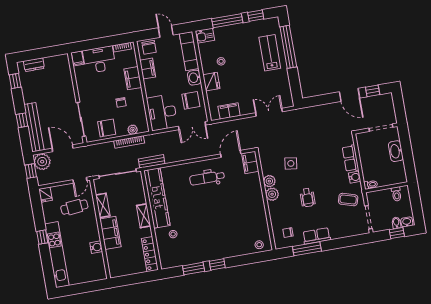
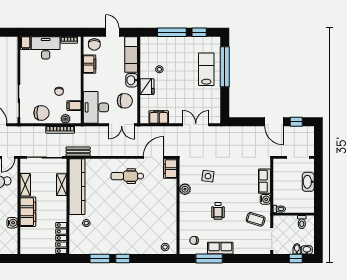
kitchen sink: (205, 36) -> (148, 43), removed
filing cabinet: (133, 78) -> (74, 106), moved, width x0.50
plant: (272, 194) -> (185, 202), removed
shelving: (144, 216) -> (62, 185), moved

